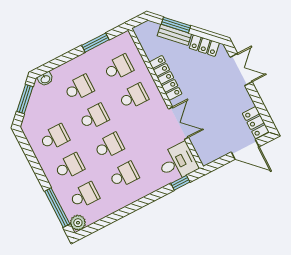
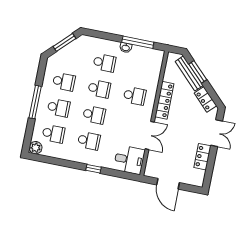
bench: (174, 35) -> (189, 73), width x1.36
window: (95, 43) -> (138, 42), width x1.44
school desk: (119, 68) -> (140, 70), removed
washbasin: (45, 79) -> (126, 48), moved
locker: (256, 123) -> (202, 157), moved
door: (245, 149) -> (168, 184), moved
window: (180, 183) -> (93, 169), moved
window: (57, 208) -> (35, 102), moved

